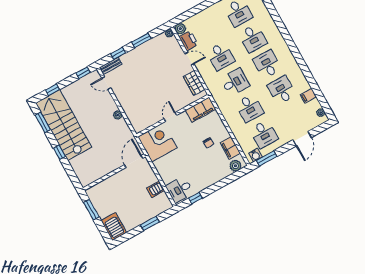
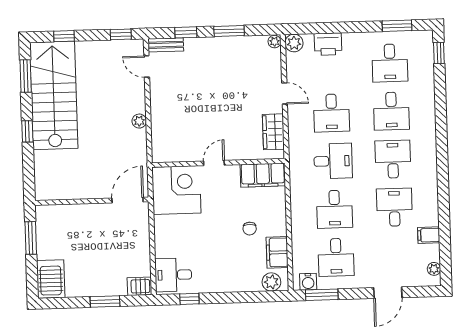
printer: (189, 41) -> (328, 44), moved, turned 90
server rack: (156, 189) -> (140, 286), moved

